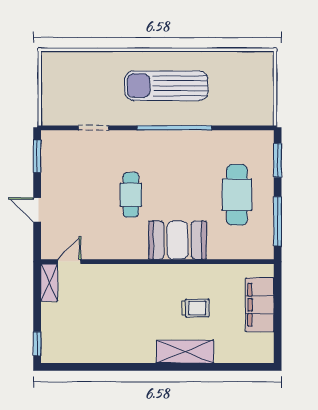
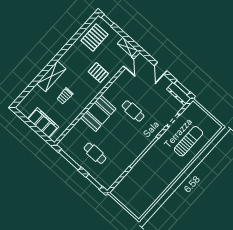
sun lounger: (166, 86) -> (188, 141), moved, width x0.73, depth x0.75
dresser: (50, 153) -> (179, 94), added
cafe table: (237, 195) -> (95, 153), width x0.73, depth x0.74
door: (37, 210) -> (161, 68), swing flipped
pallet: (121, 291) -> (98, 73), added
pallet: (77, 340) -> (94, 37), added

